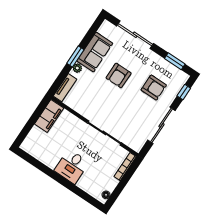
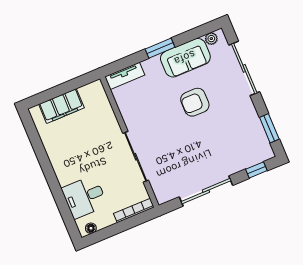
plant: (77, 68) -> (211, 39), moved
armchair: (154, 88) -> (226, 142), removed
filing cabinet: (49, 116) -> (61, 106), moved
desk: (72, 166) -> (84, 197), moved

